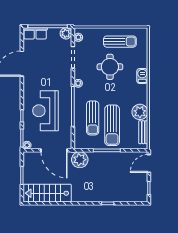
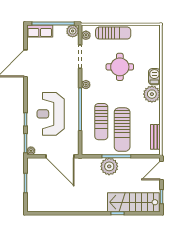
sun lounger: (120, 42) -> (113, 33), moved
plant: (140, 112) -> (152, 94), moved
plant: (80, 160) -> (109, 166), moved
stairs: (47, 193) -> (133, 202), moved

